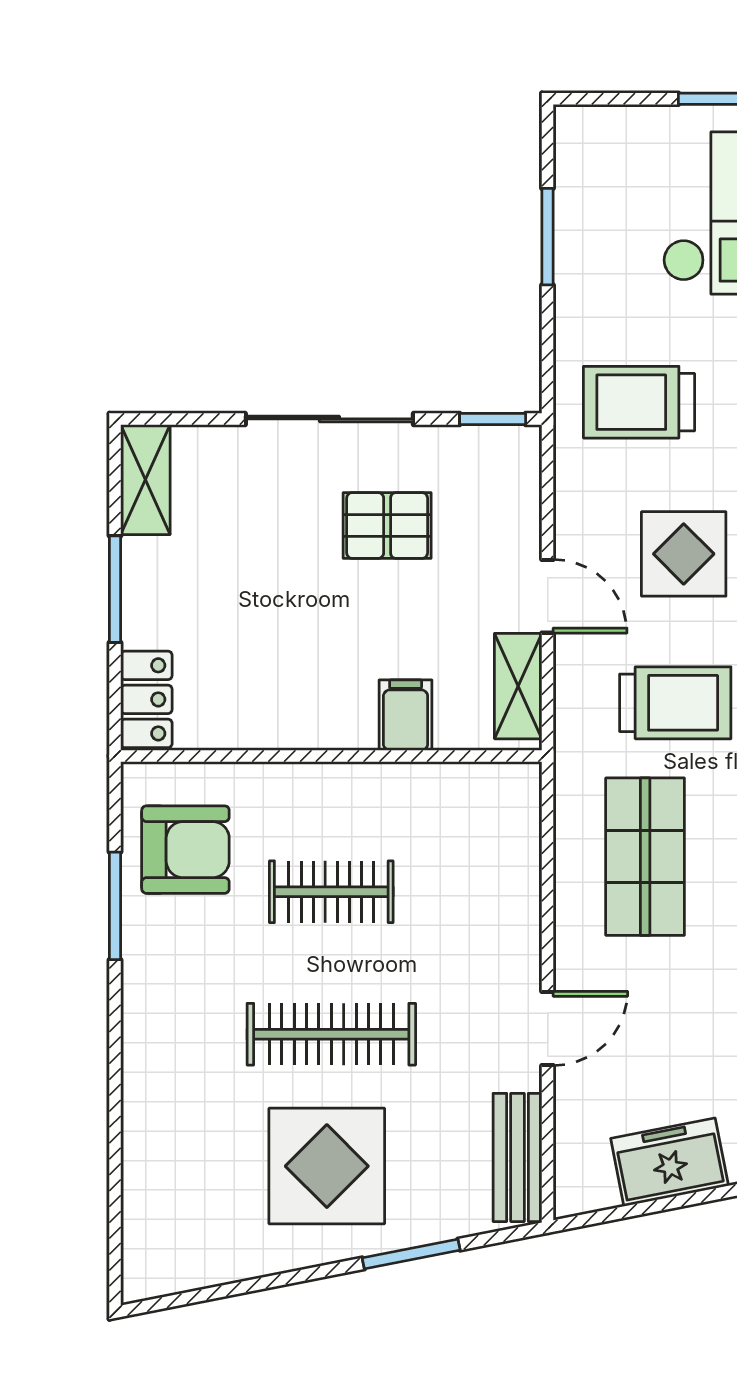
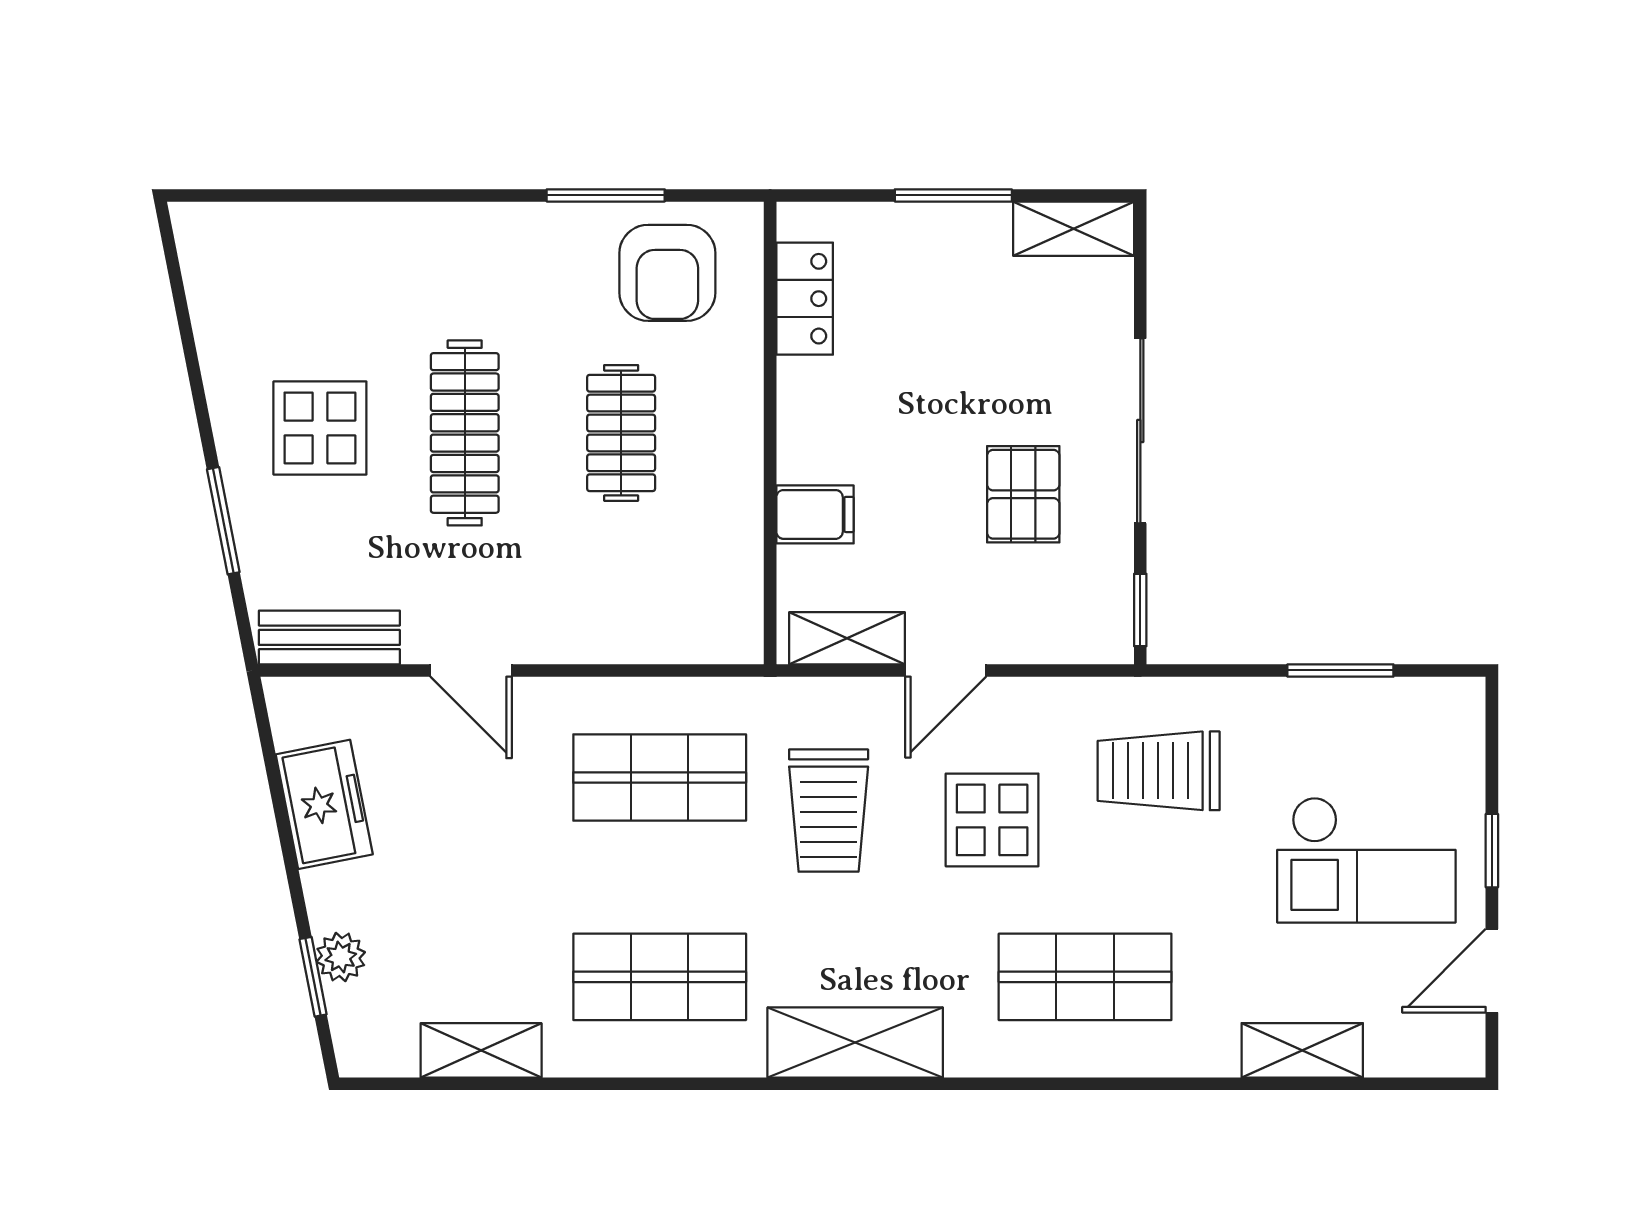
trolley: (639, 402) -> (1159, 771), turned -90
locker: (146, 699) -> (805, 299), moved, turned -90
display table: (327, 1166) -> (320, 428), width x0.73, depth x0.73

